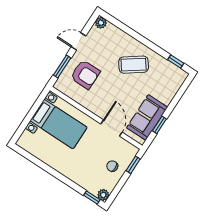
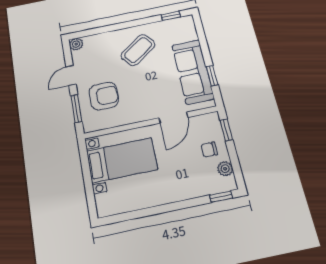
sofa: (147, 117) -> (193, 72), width x1.36
door: (112, 128) -> (173, 118), swing flipped
plant: (103, 195) -> (225, 169), moved

